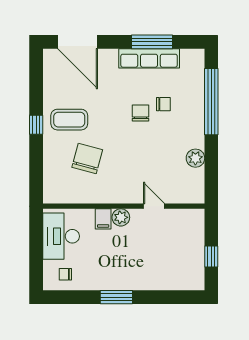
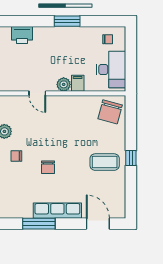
door: (78, 42) -> (98, 224), width x0.73
row of seats: (149, 58) -> (57, 211), moved
chair: (163, 104) -> (16, 156), moved
chair: (87, 158) -> (110, 112), moved
printer: (173, 280) -> (22, 35), added

